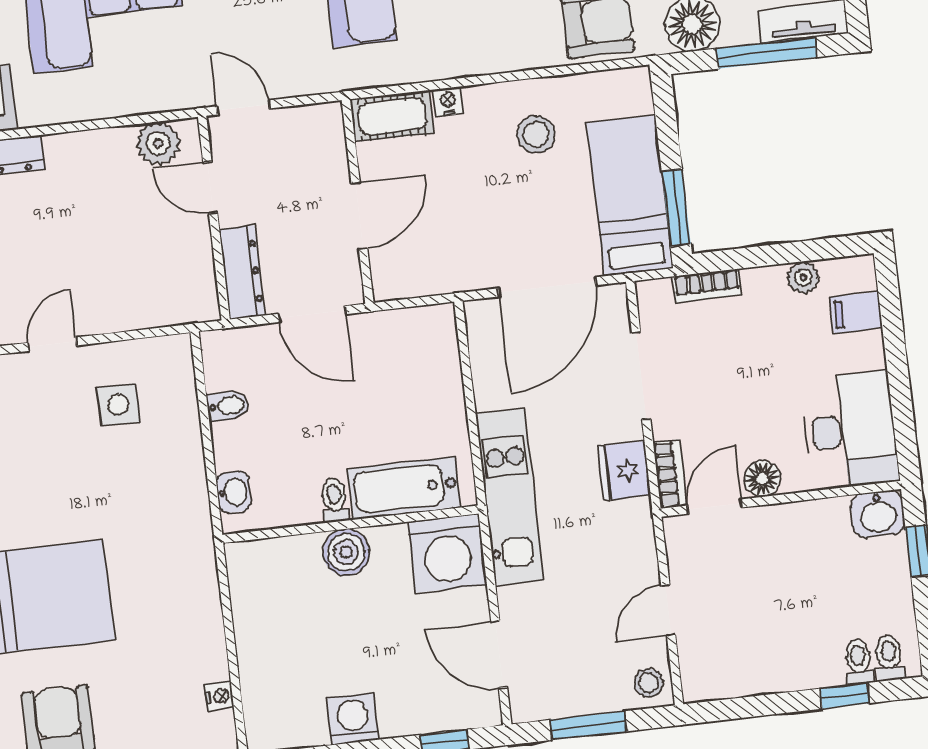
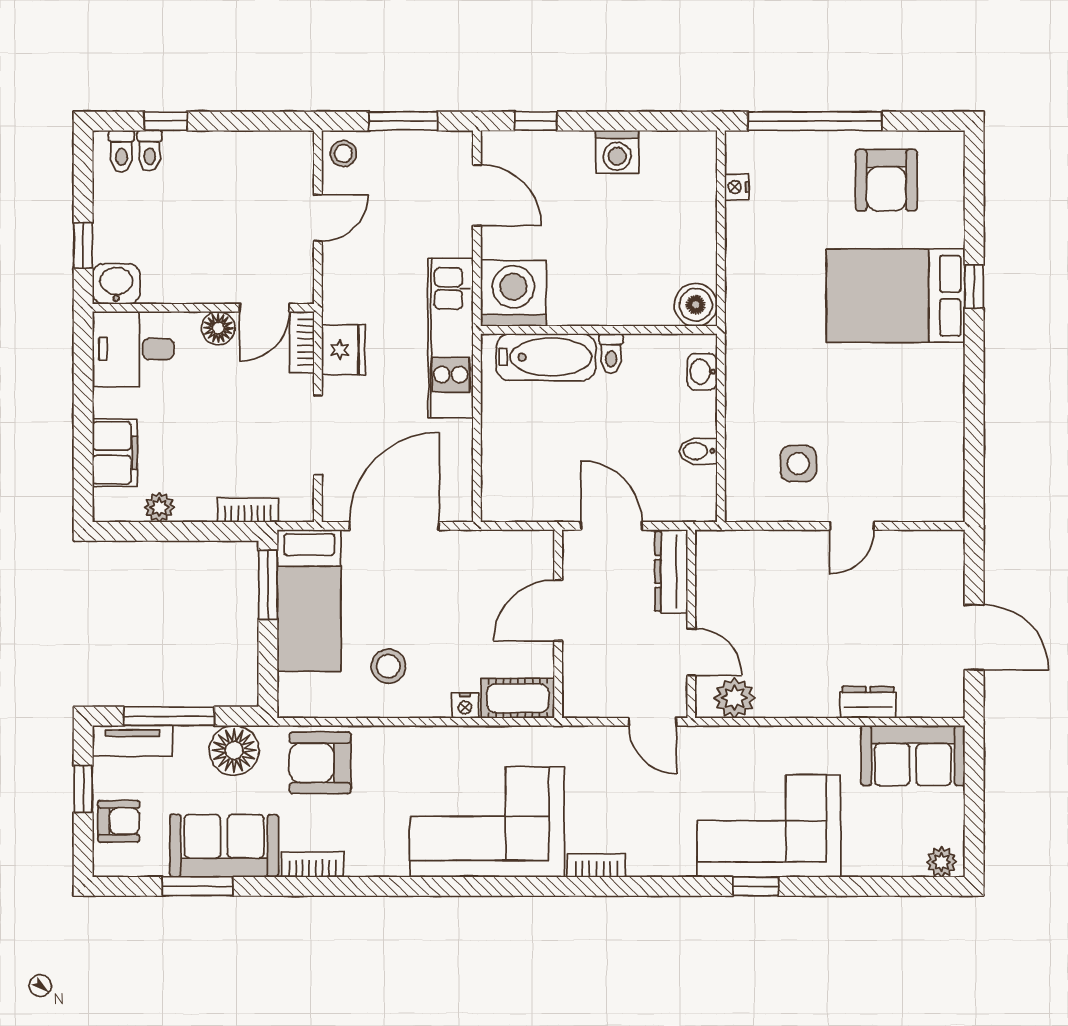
filing cabinet: (856, 313) -> (115, 453), width x2.00
desk: (850, 430) -> (133, 349), width x0.73
boiler: (346, 552) -> (696, 305), moved

